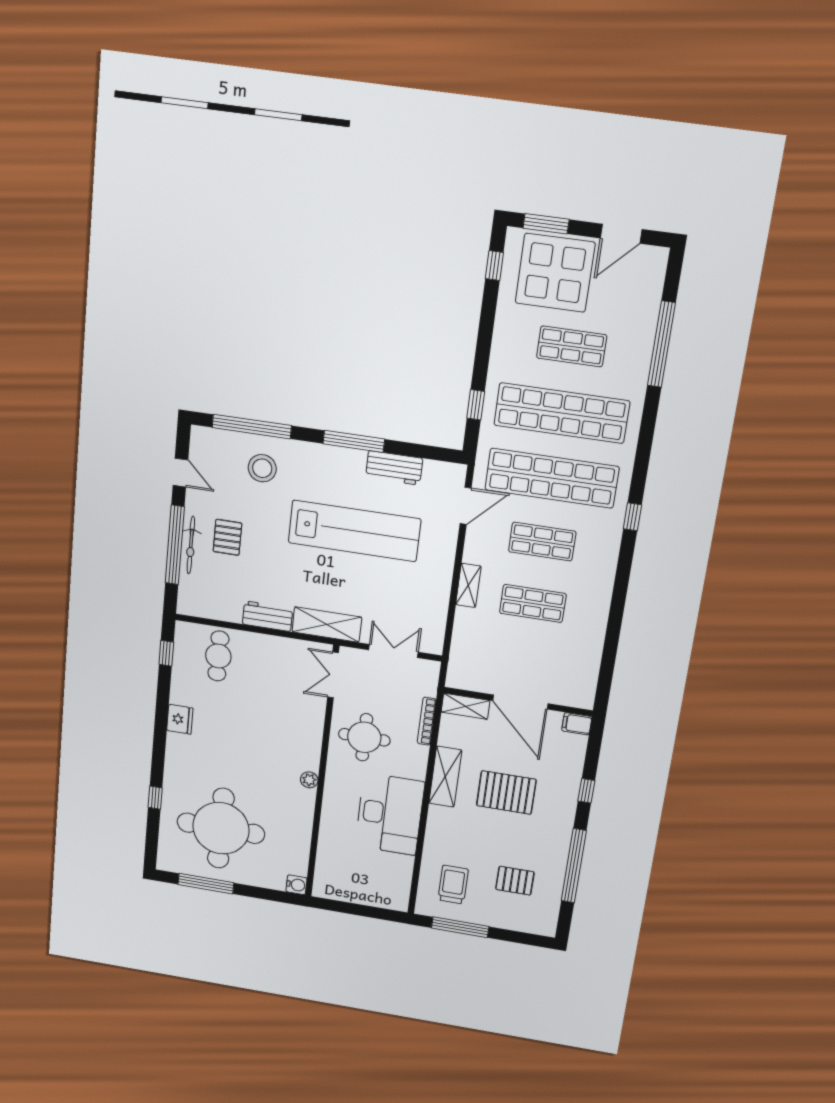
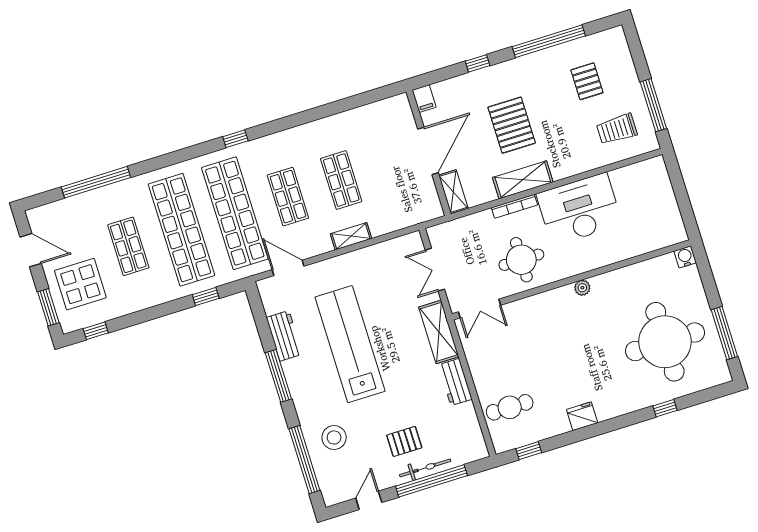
display table: (555, 273) -> (80, 284), width x0.73, depth x0.73
bookcase: (427, 721) -> (514, 206), moved

